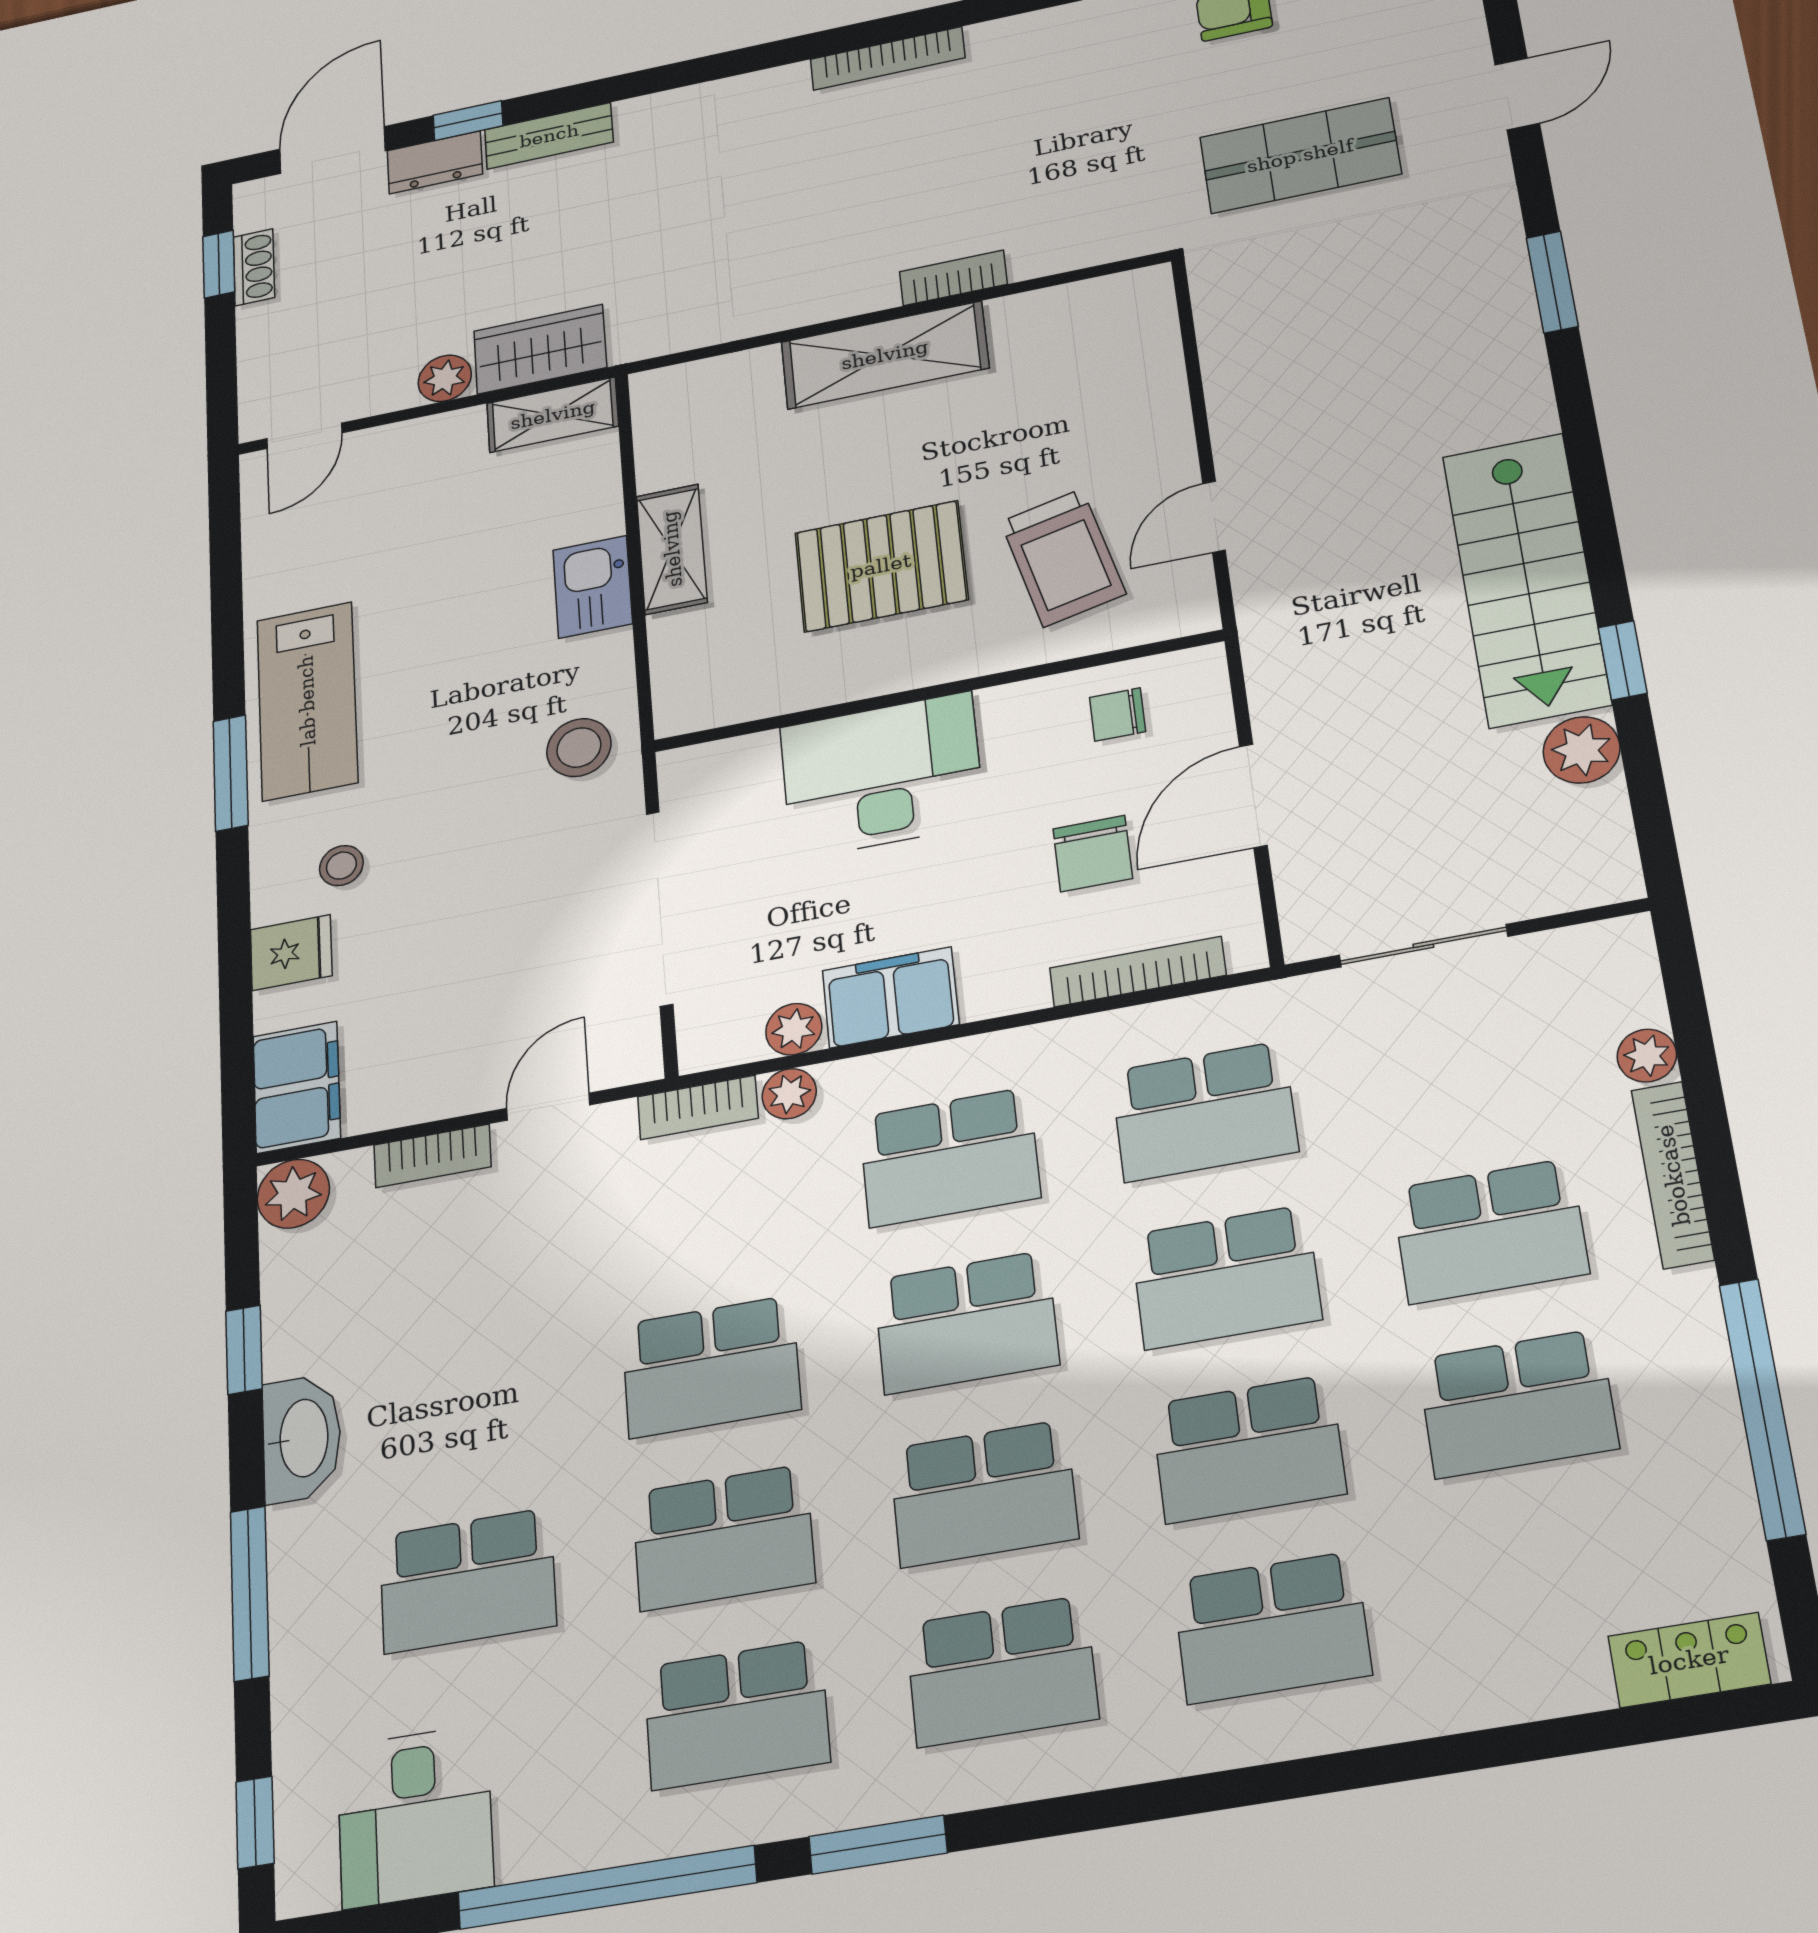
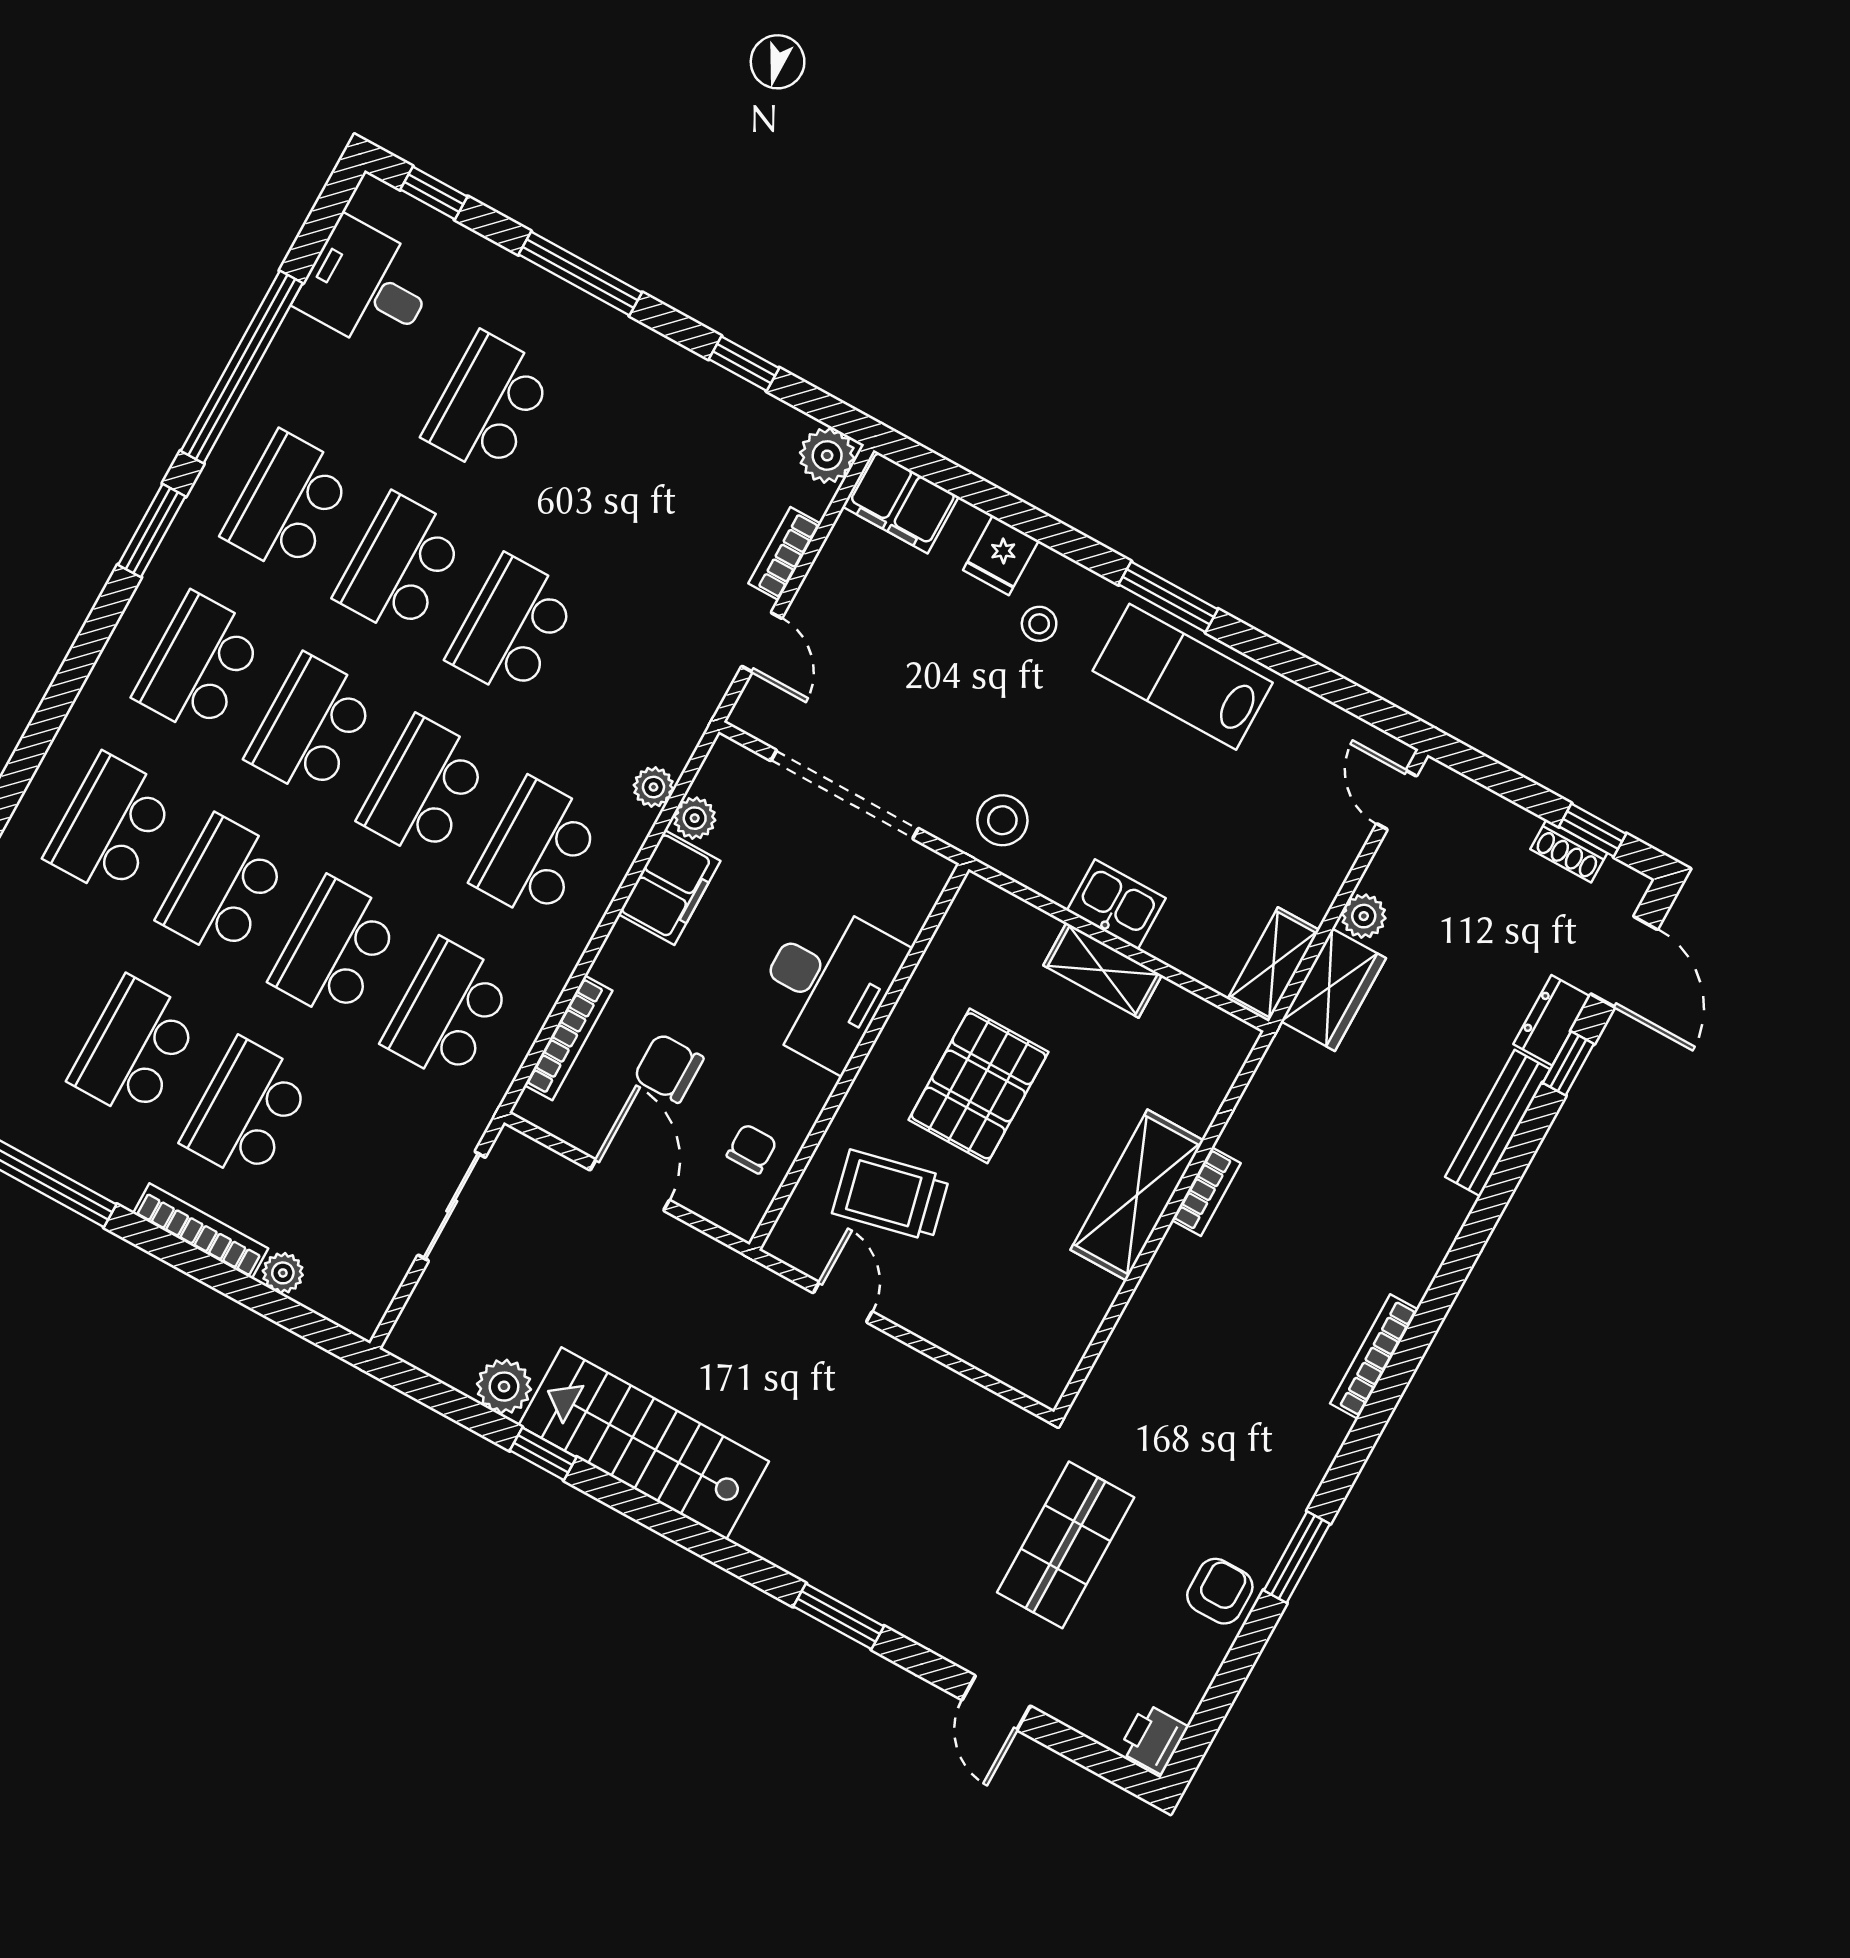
bench: (549, 136) -> (1498, 1123), width x1.36
bookcase: (953, 278) -> (1206, 1192), moved
bookcase: (698, 1107) -> (688, 729), removed
washbasin: (302, 1438) -> (657, 363), removed

